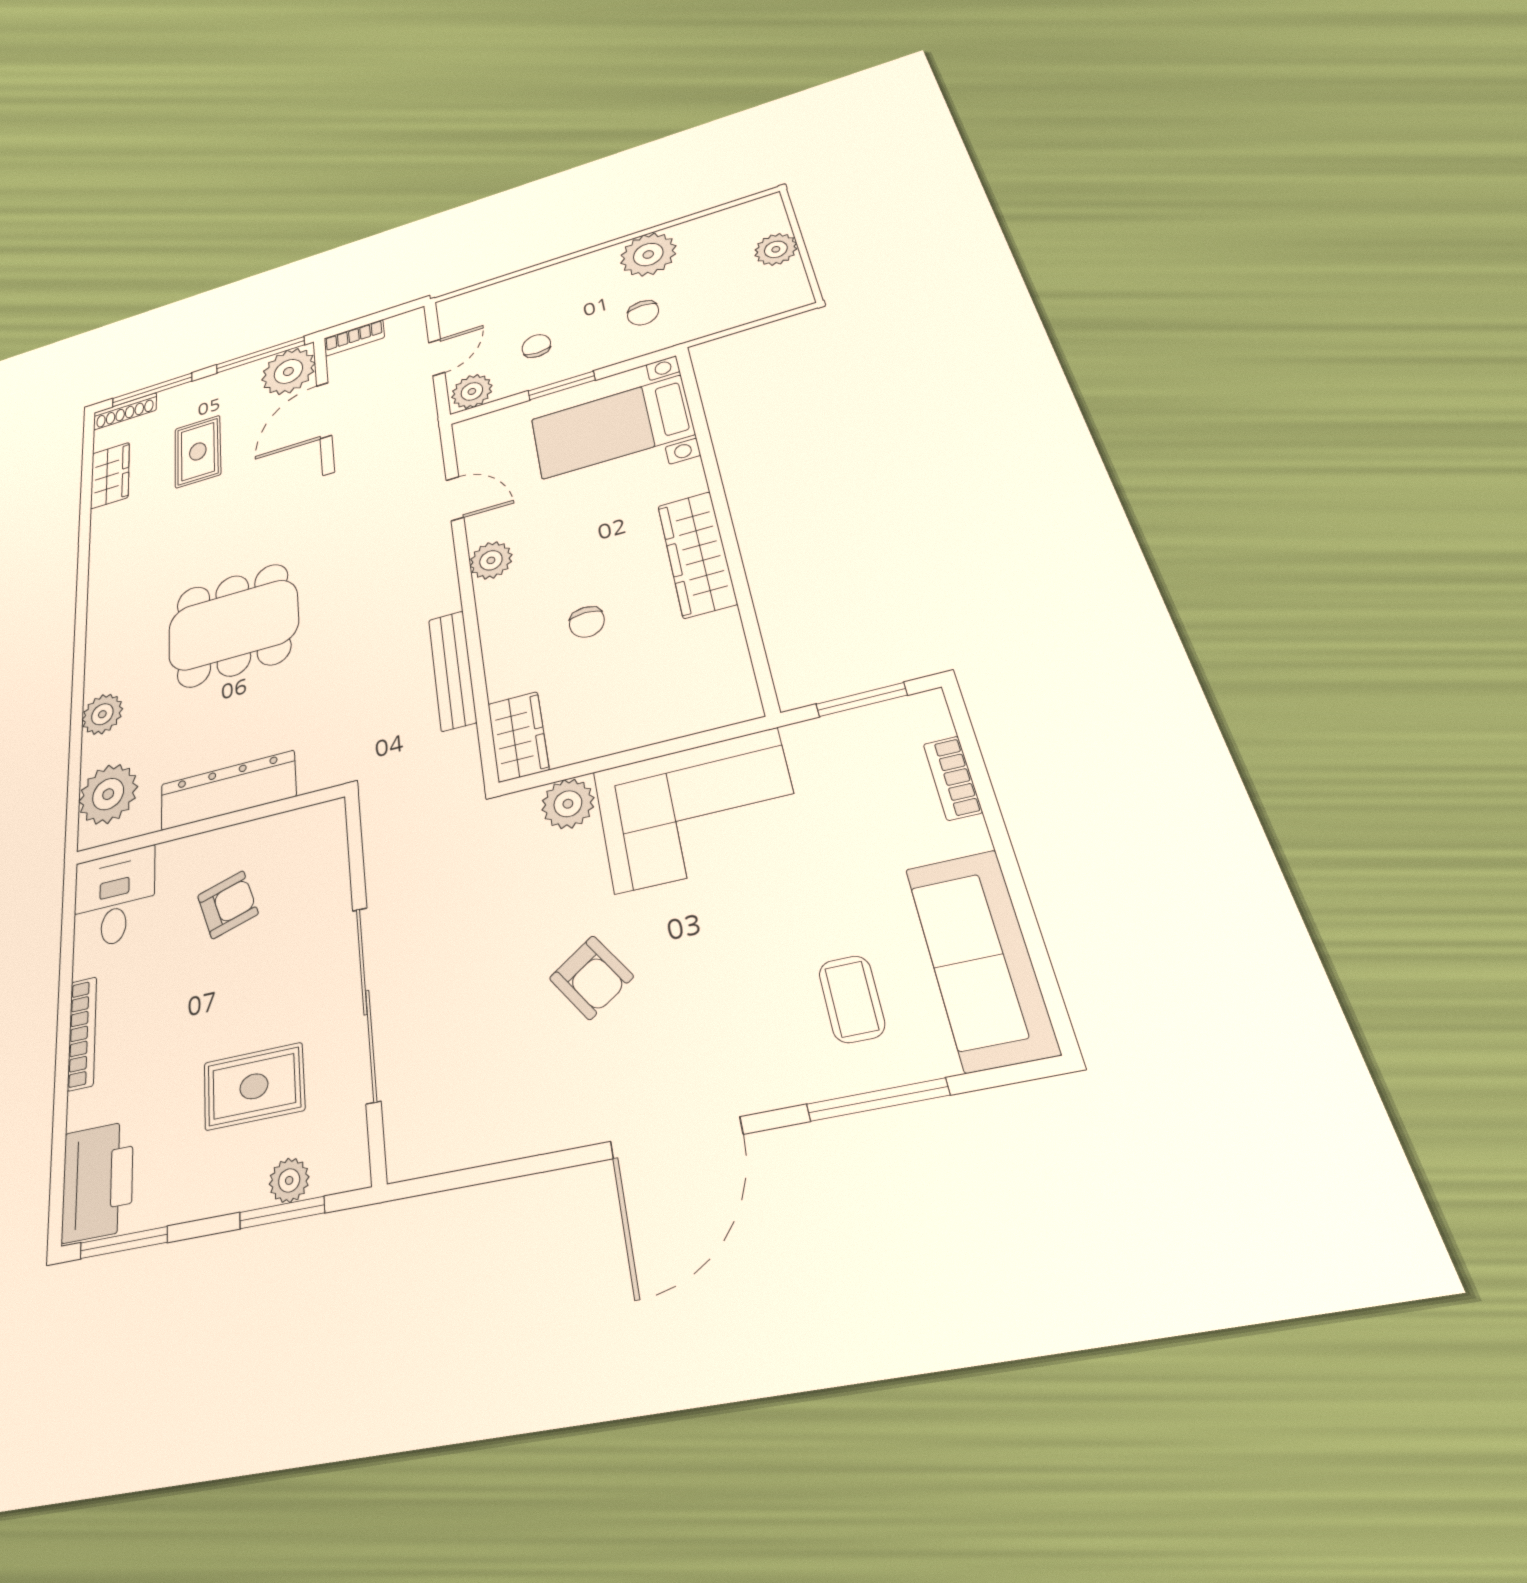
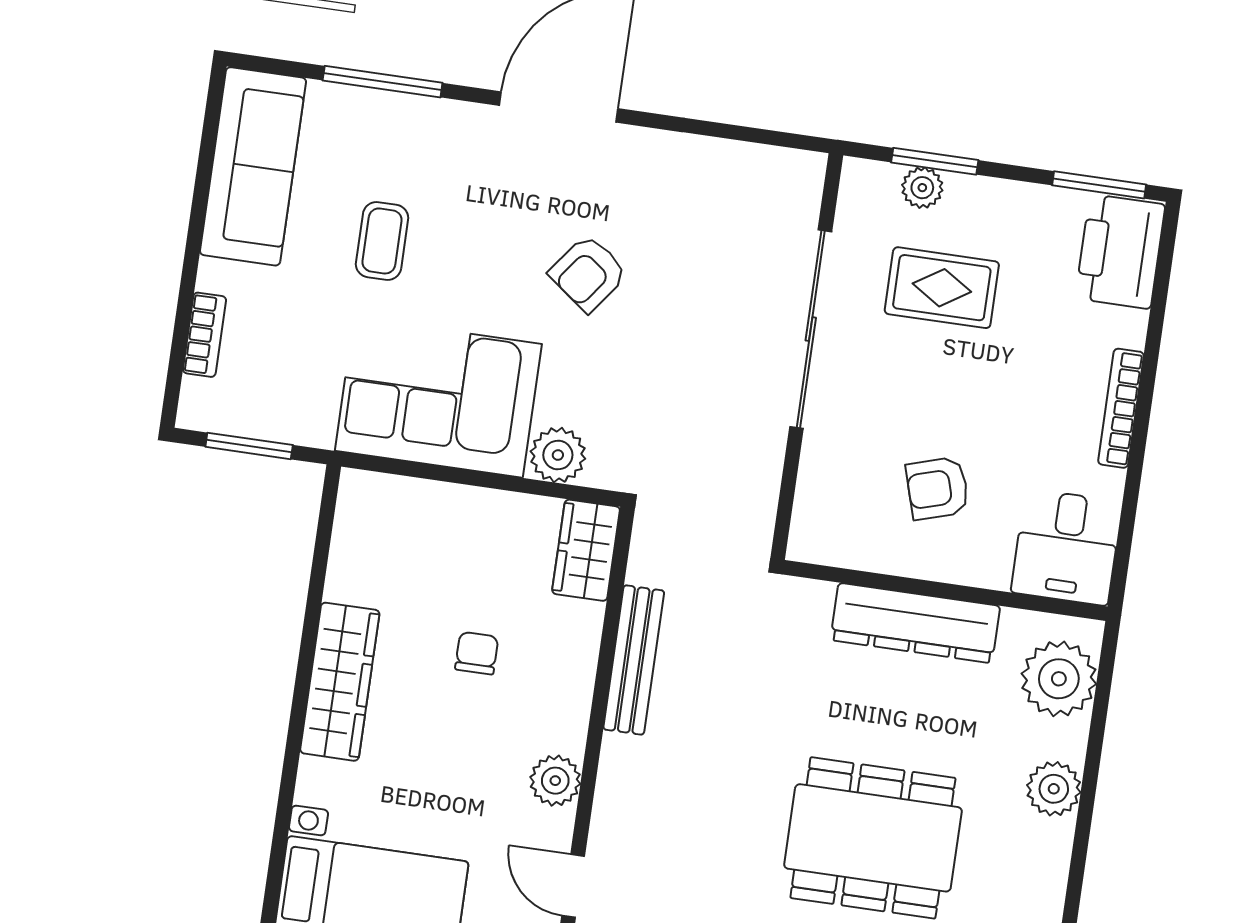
armchair: (591, 977) -> (588, 273), turned -109
coffee table: (852, 999) -> (382, 241), moved

